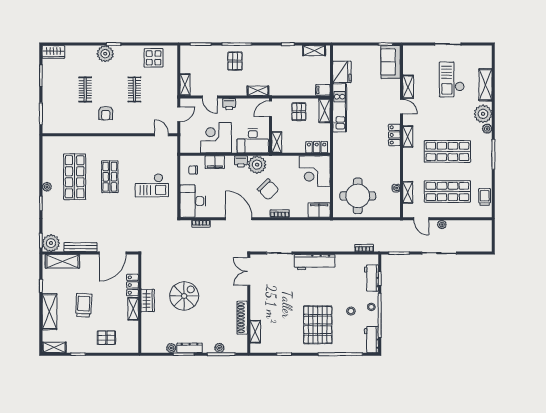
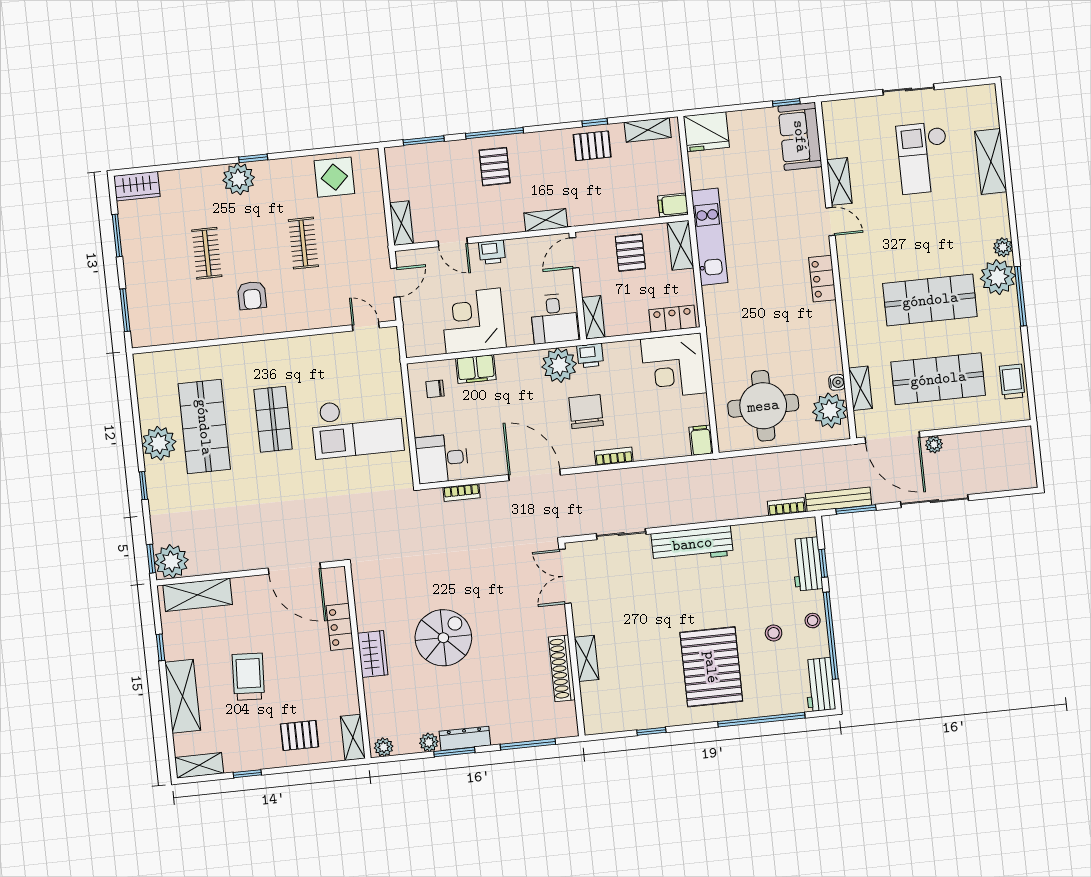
pallet: (285, 56) -> (592, 146), added
fridge: (342, 72) -> (706, 132), moved, turned 90
plant: (483, 114) -> (998, 277), moved
shelving: (408, 137) -> (849, 279), removed
desk: (253, 141) -> (554, 319), width x0.73
printer: (241, 161) -> (590, 356), moved
checkout: (152, 185) -> (357, 427), width x1.36, depth x1.21
plant: (47, 187) -> (159, 443), width x1.87, depth x1.87
chair: (268, 189) -> (586, 412), turned -136
desk: (193, 201) -> (442, 458), width x0.73
plant: (391, 202) -> (830, 410), added
filing cabinet: (319, 210) -> (701, 440), width x0.50
door: (421, 219) -> (892, 437), width x1.88
bench: (80, 247) -> (839, 499), moved
door: (113, 253) -> (294, 568), hinge flipped
shelving: (133, 309) -> (353, 737), moved
shelving: (255, 332) -> (587, 658), moved
plant: (219, 348) -> (384, 747), moved

